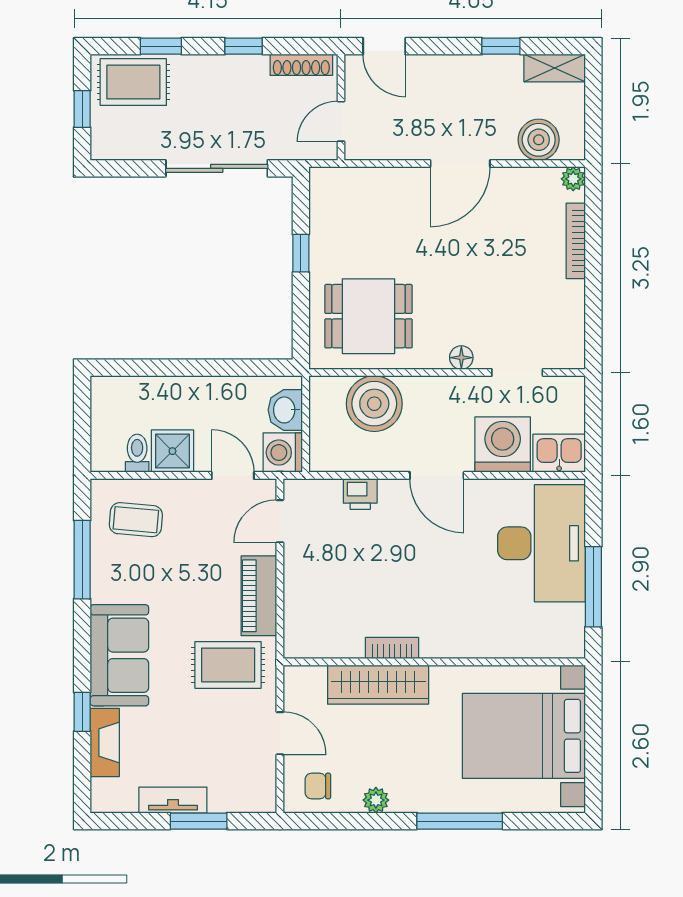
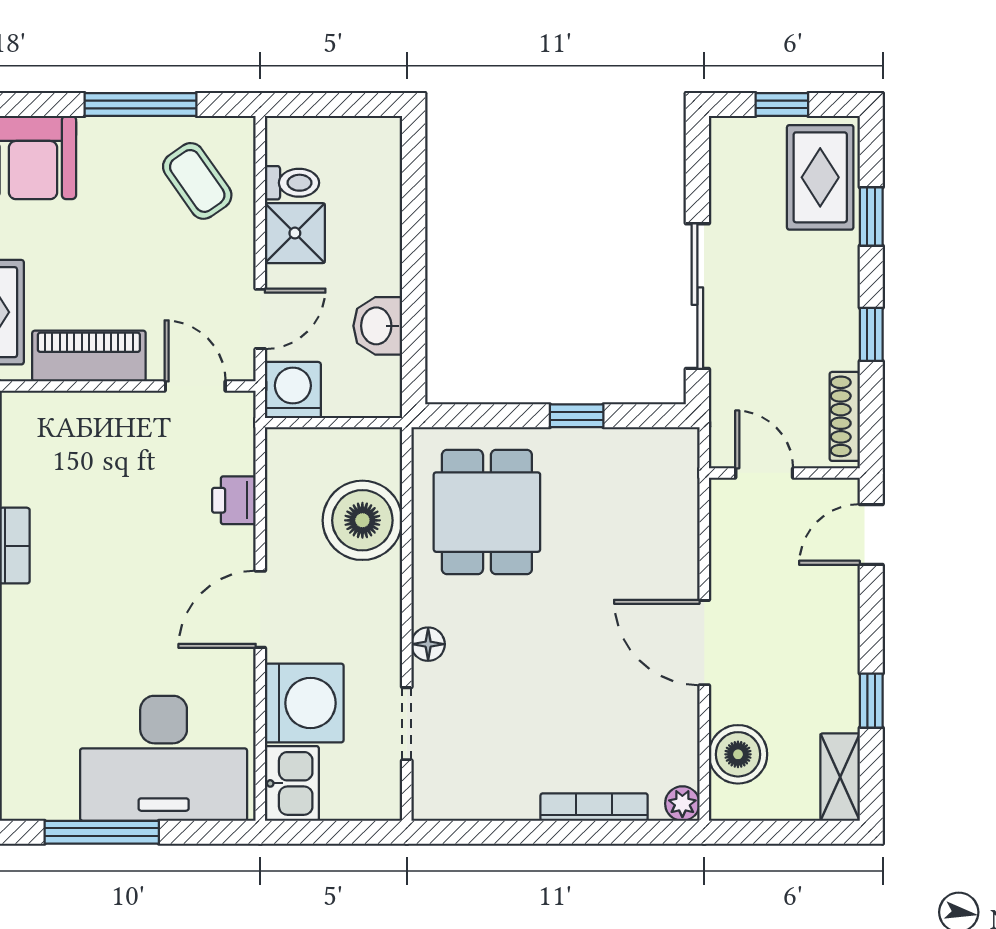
washbasin: (285, 410) -> (378, 326), moved, turned -90
coffee table: (136, 520) -> (197, 181), turned -40

